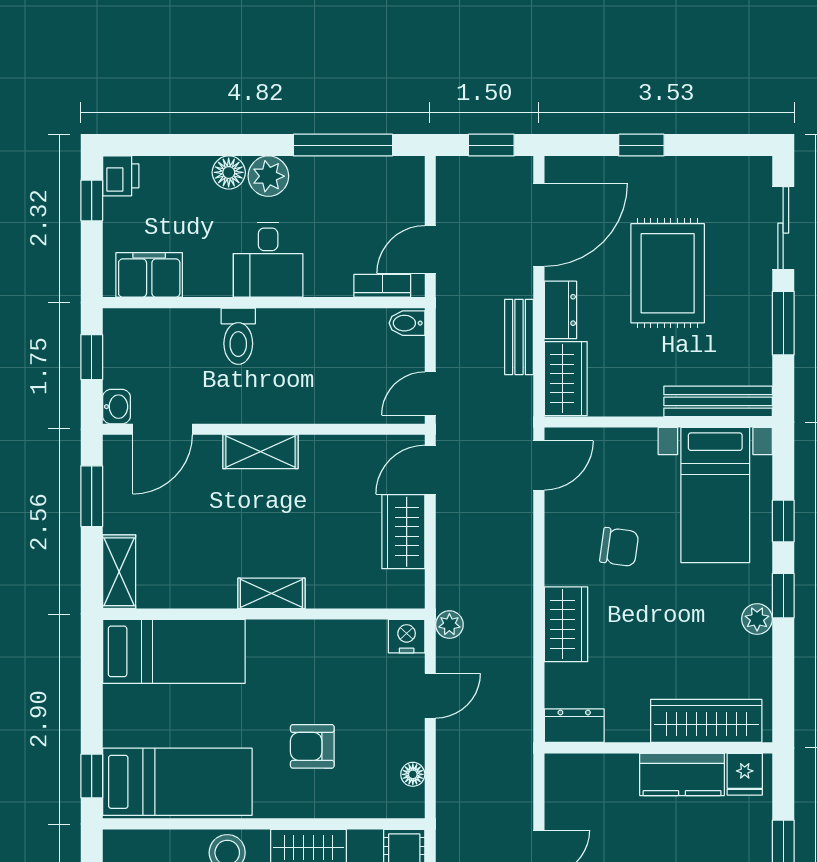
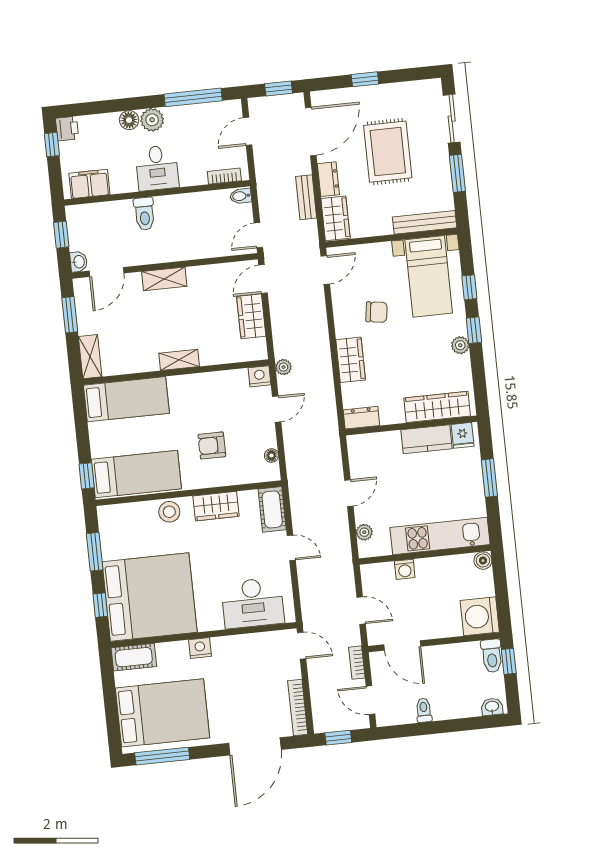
door: (430, 249) -> (248, 131), moved

